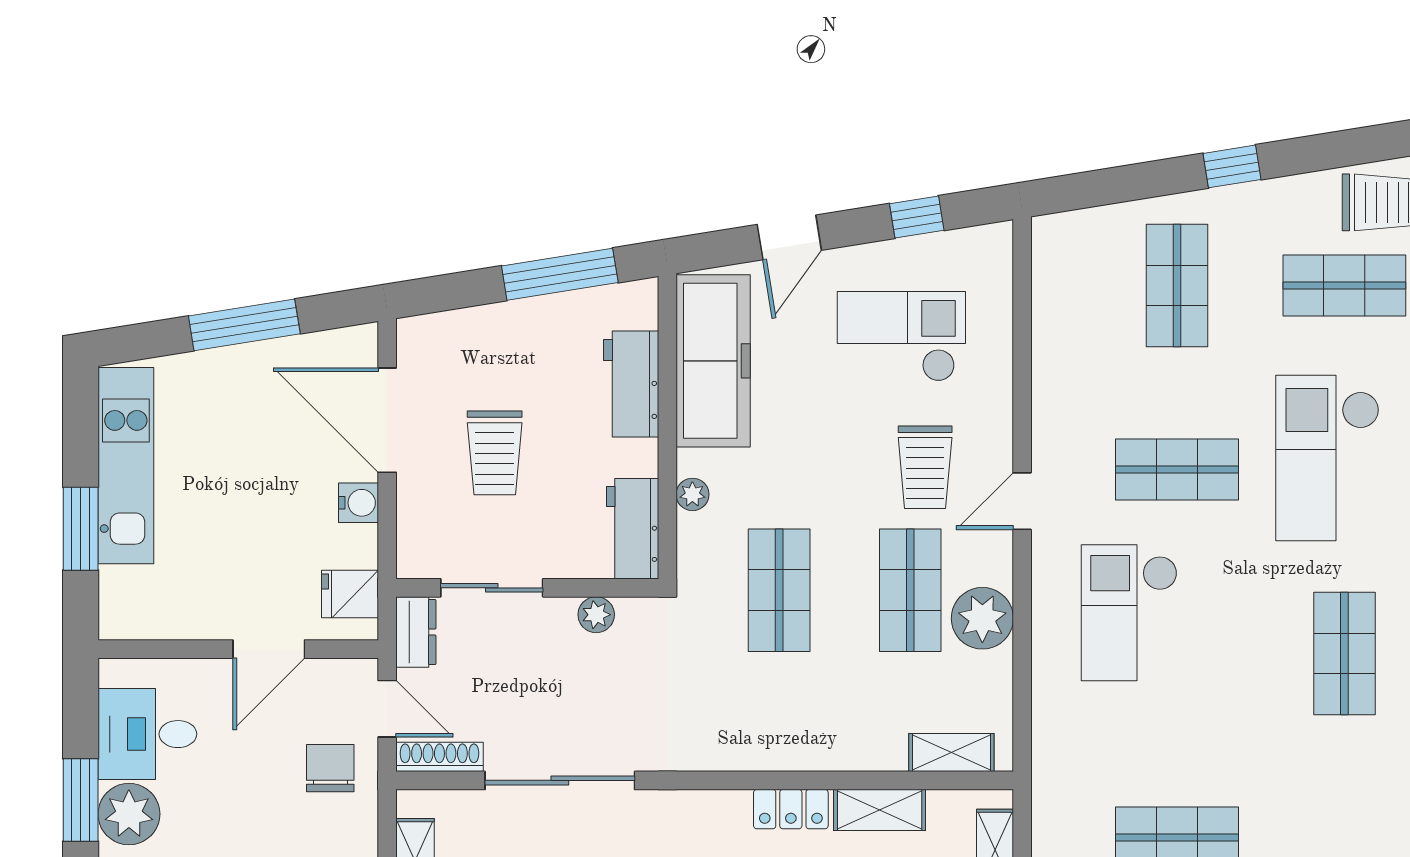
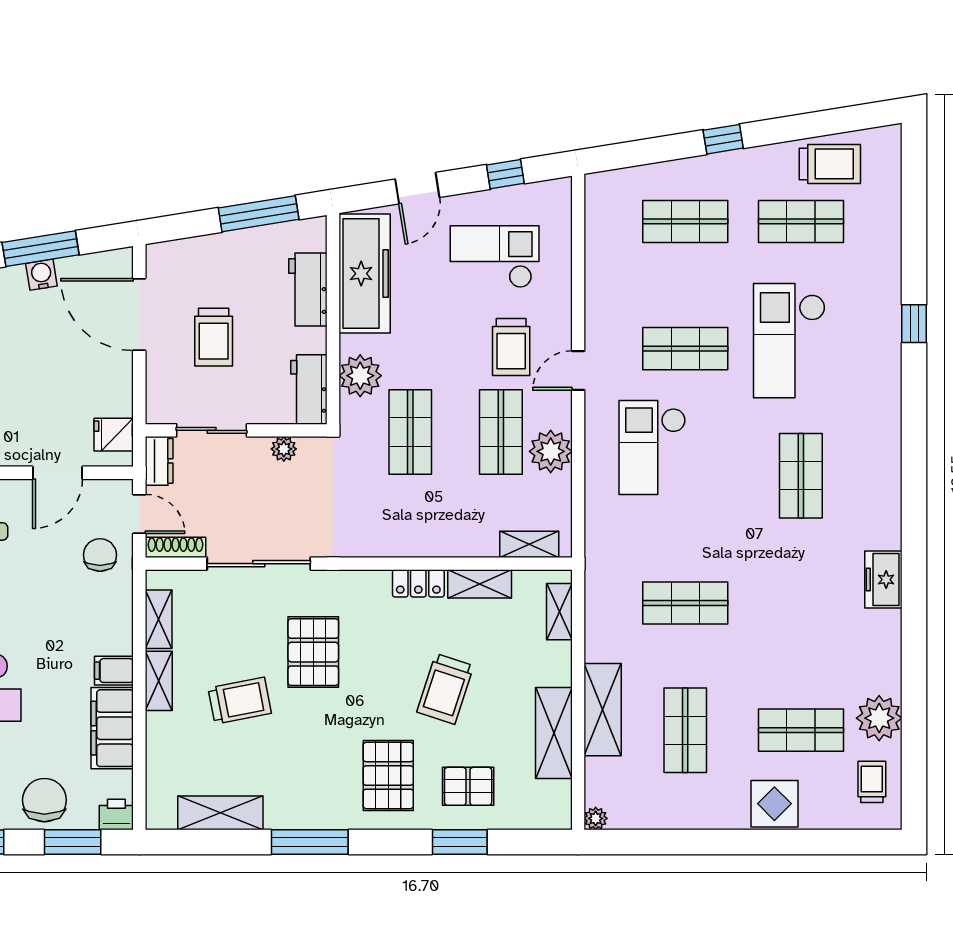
shop shelf: (1177, 285) -> (685, 221), turned 90
plant: (692, 494) -> (360, 376), width x1.87, depth x1.87
water cooler: (358, 503) -> (41, 275), moved, turned -99

